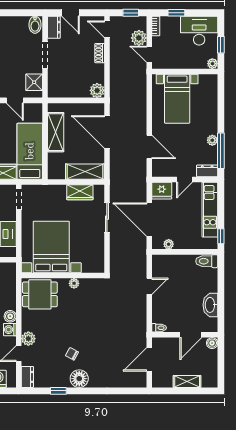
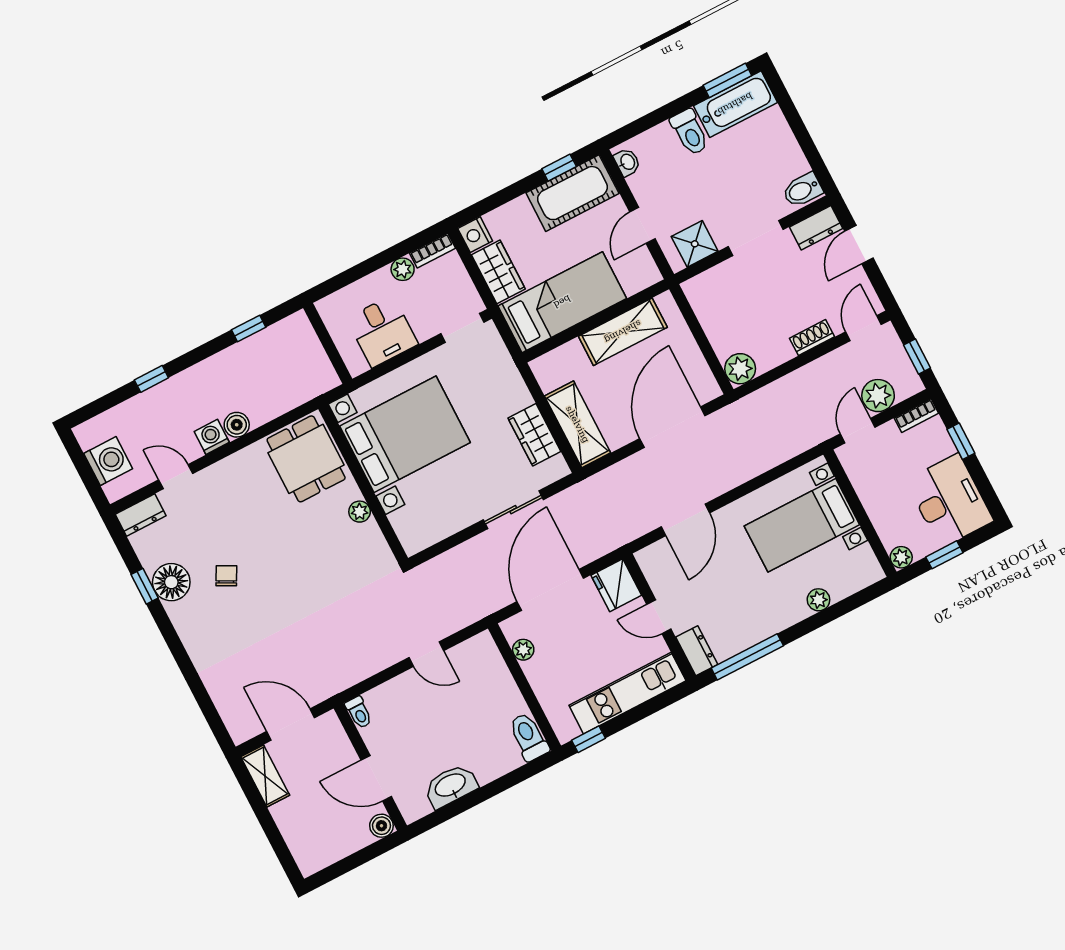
plant: (212, 140) -> (818, 600), moved
plant: (28, 339) -> (213, 480), removed
floor lamp: (79, 379) -> (171, 582), moved
shelving: (187, 381) -> (265, 776), moved

